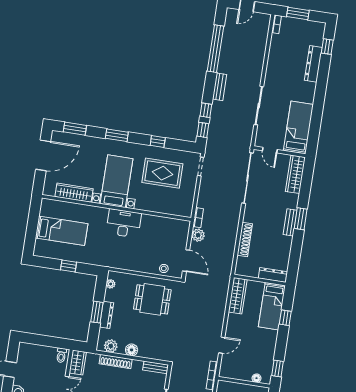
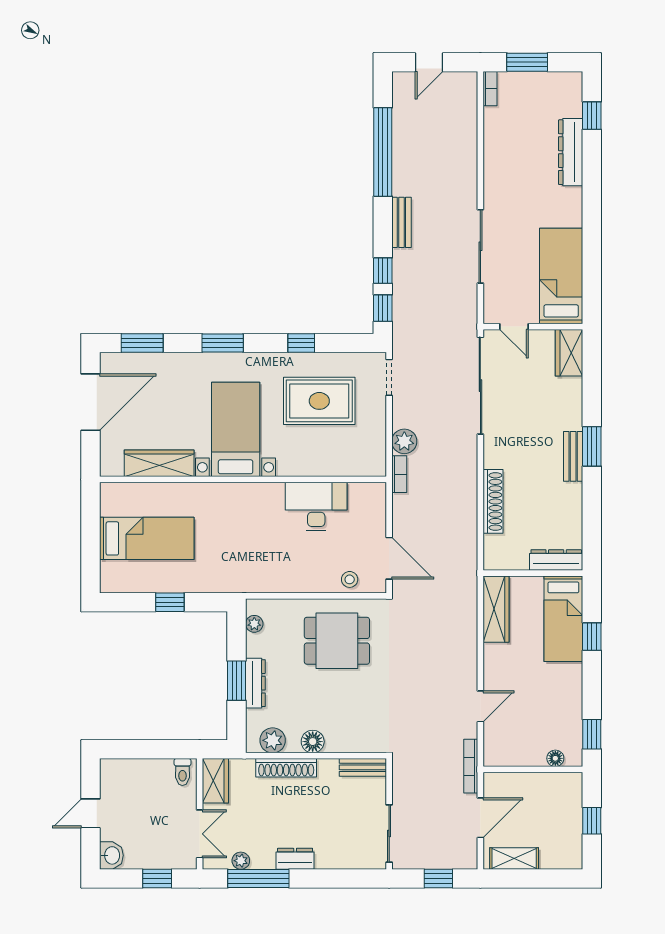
wardrobe: (295, 174) -> (569, 353), width x0.67
desk: (124, 223) -> (316, 506), moved
plant: (198, 235) -> (404, 441), moved

